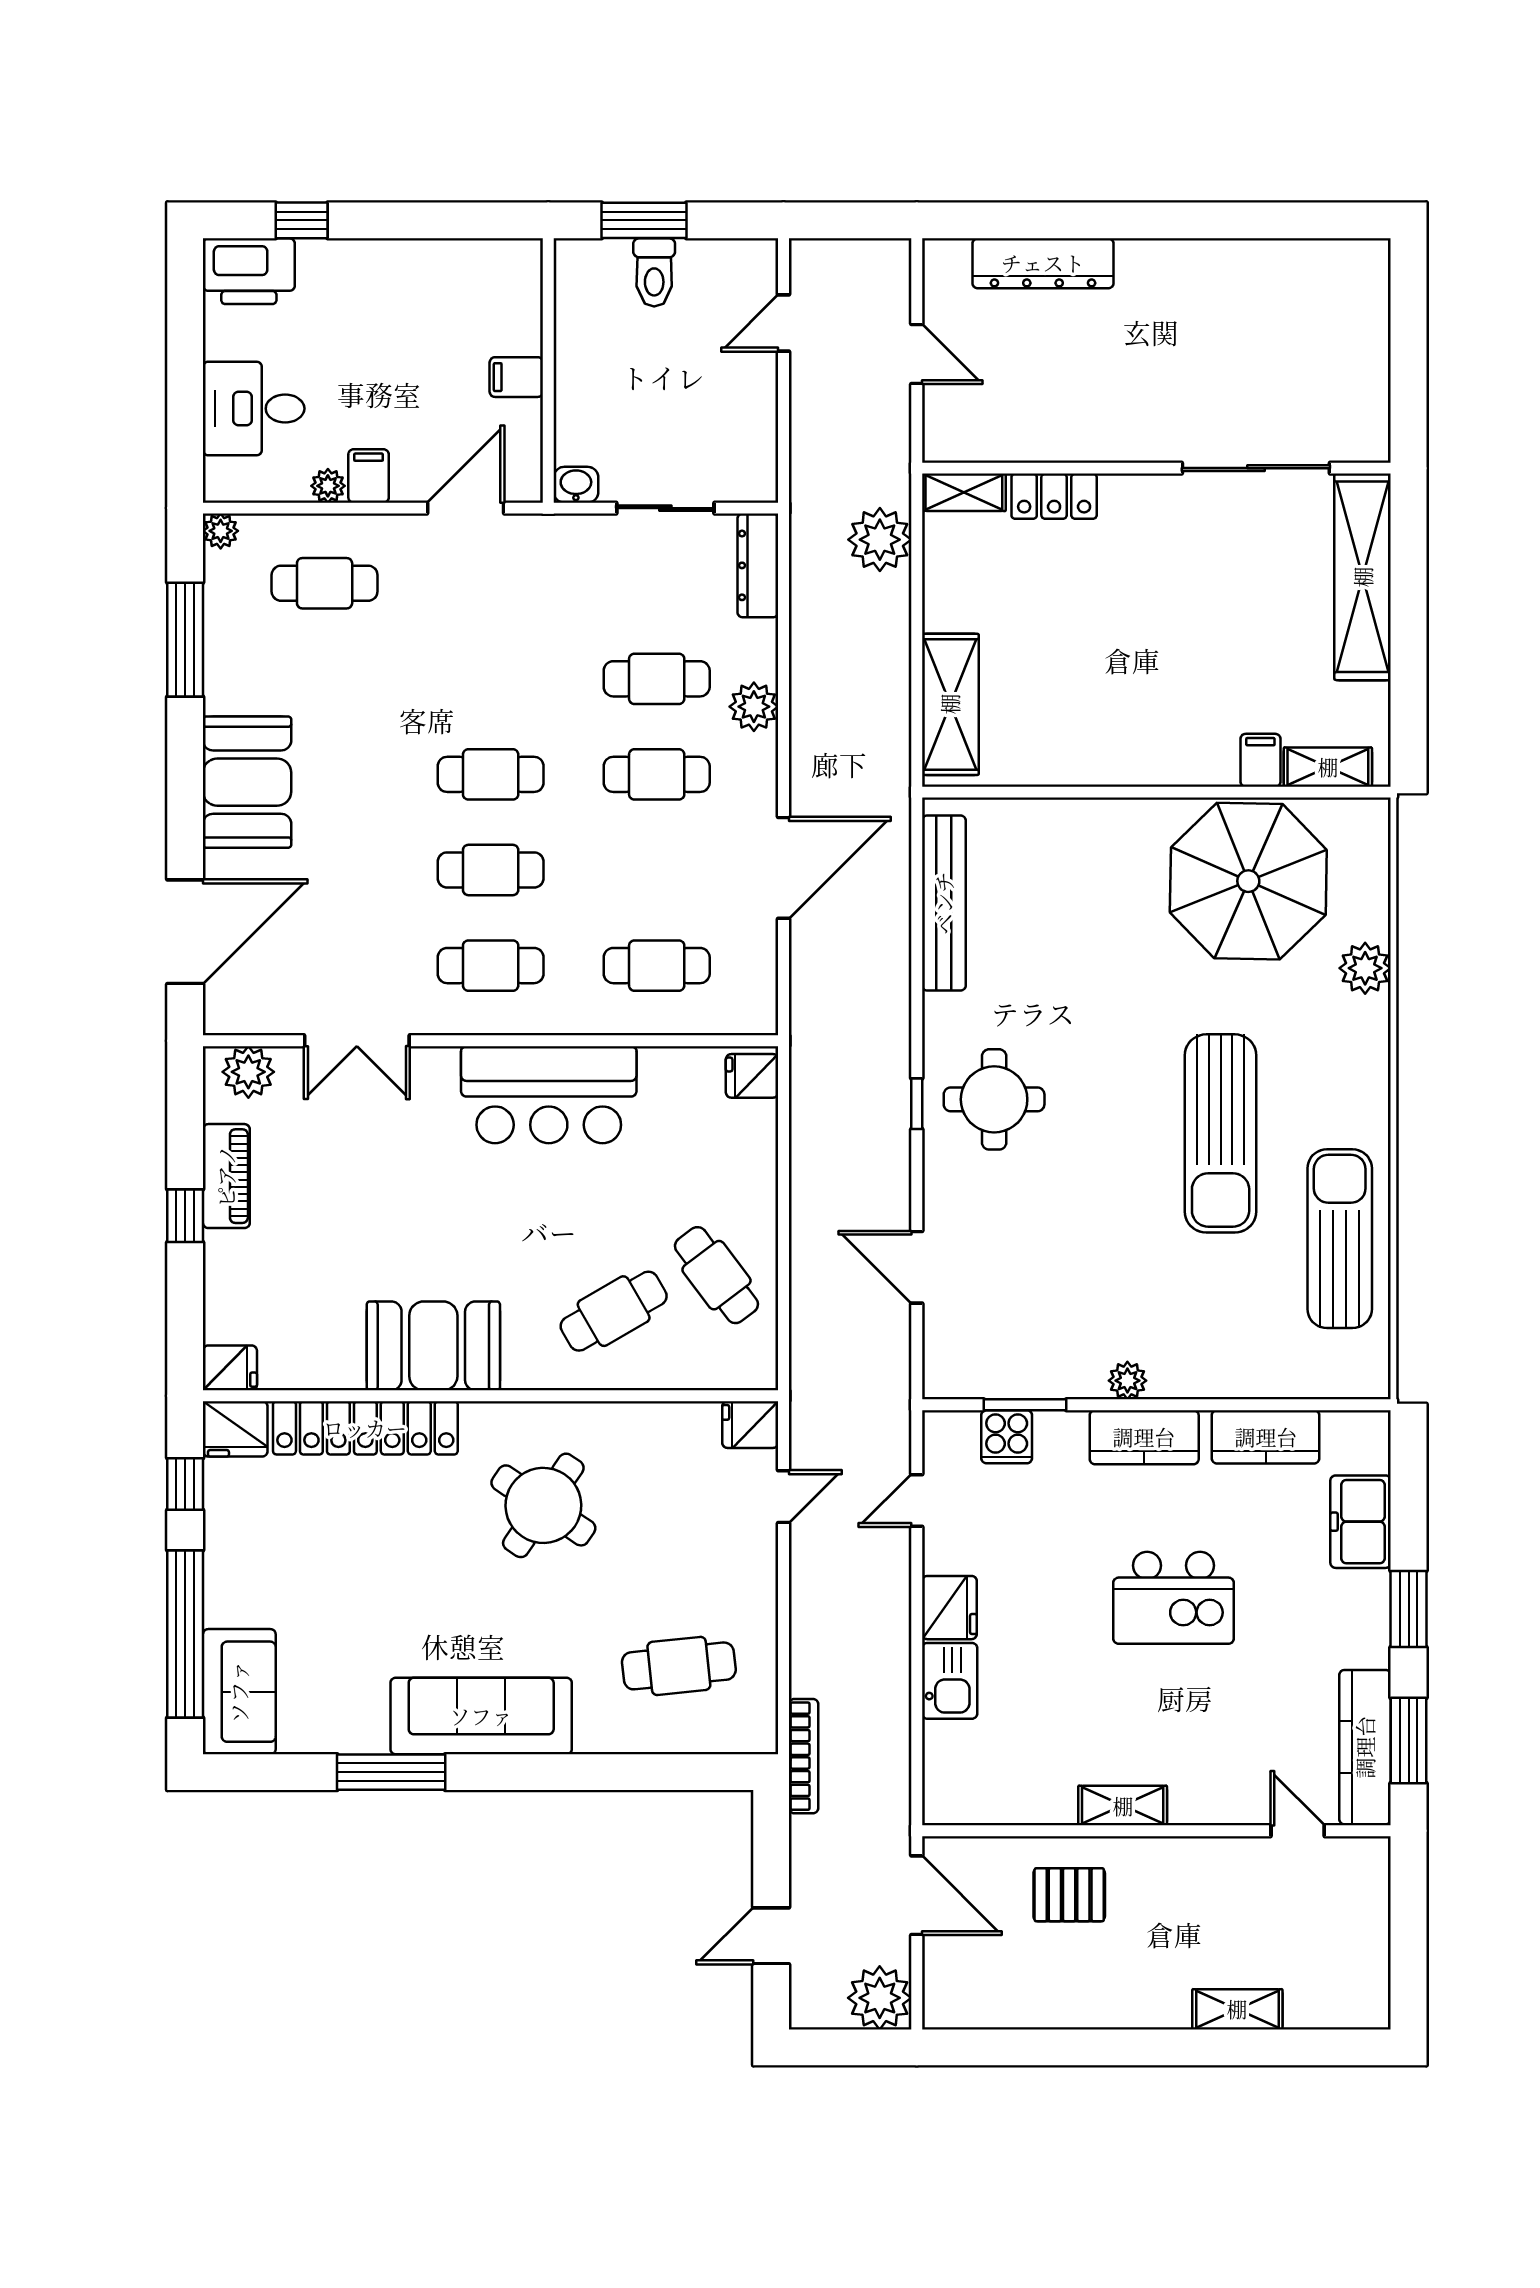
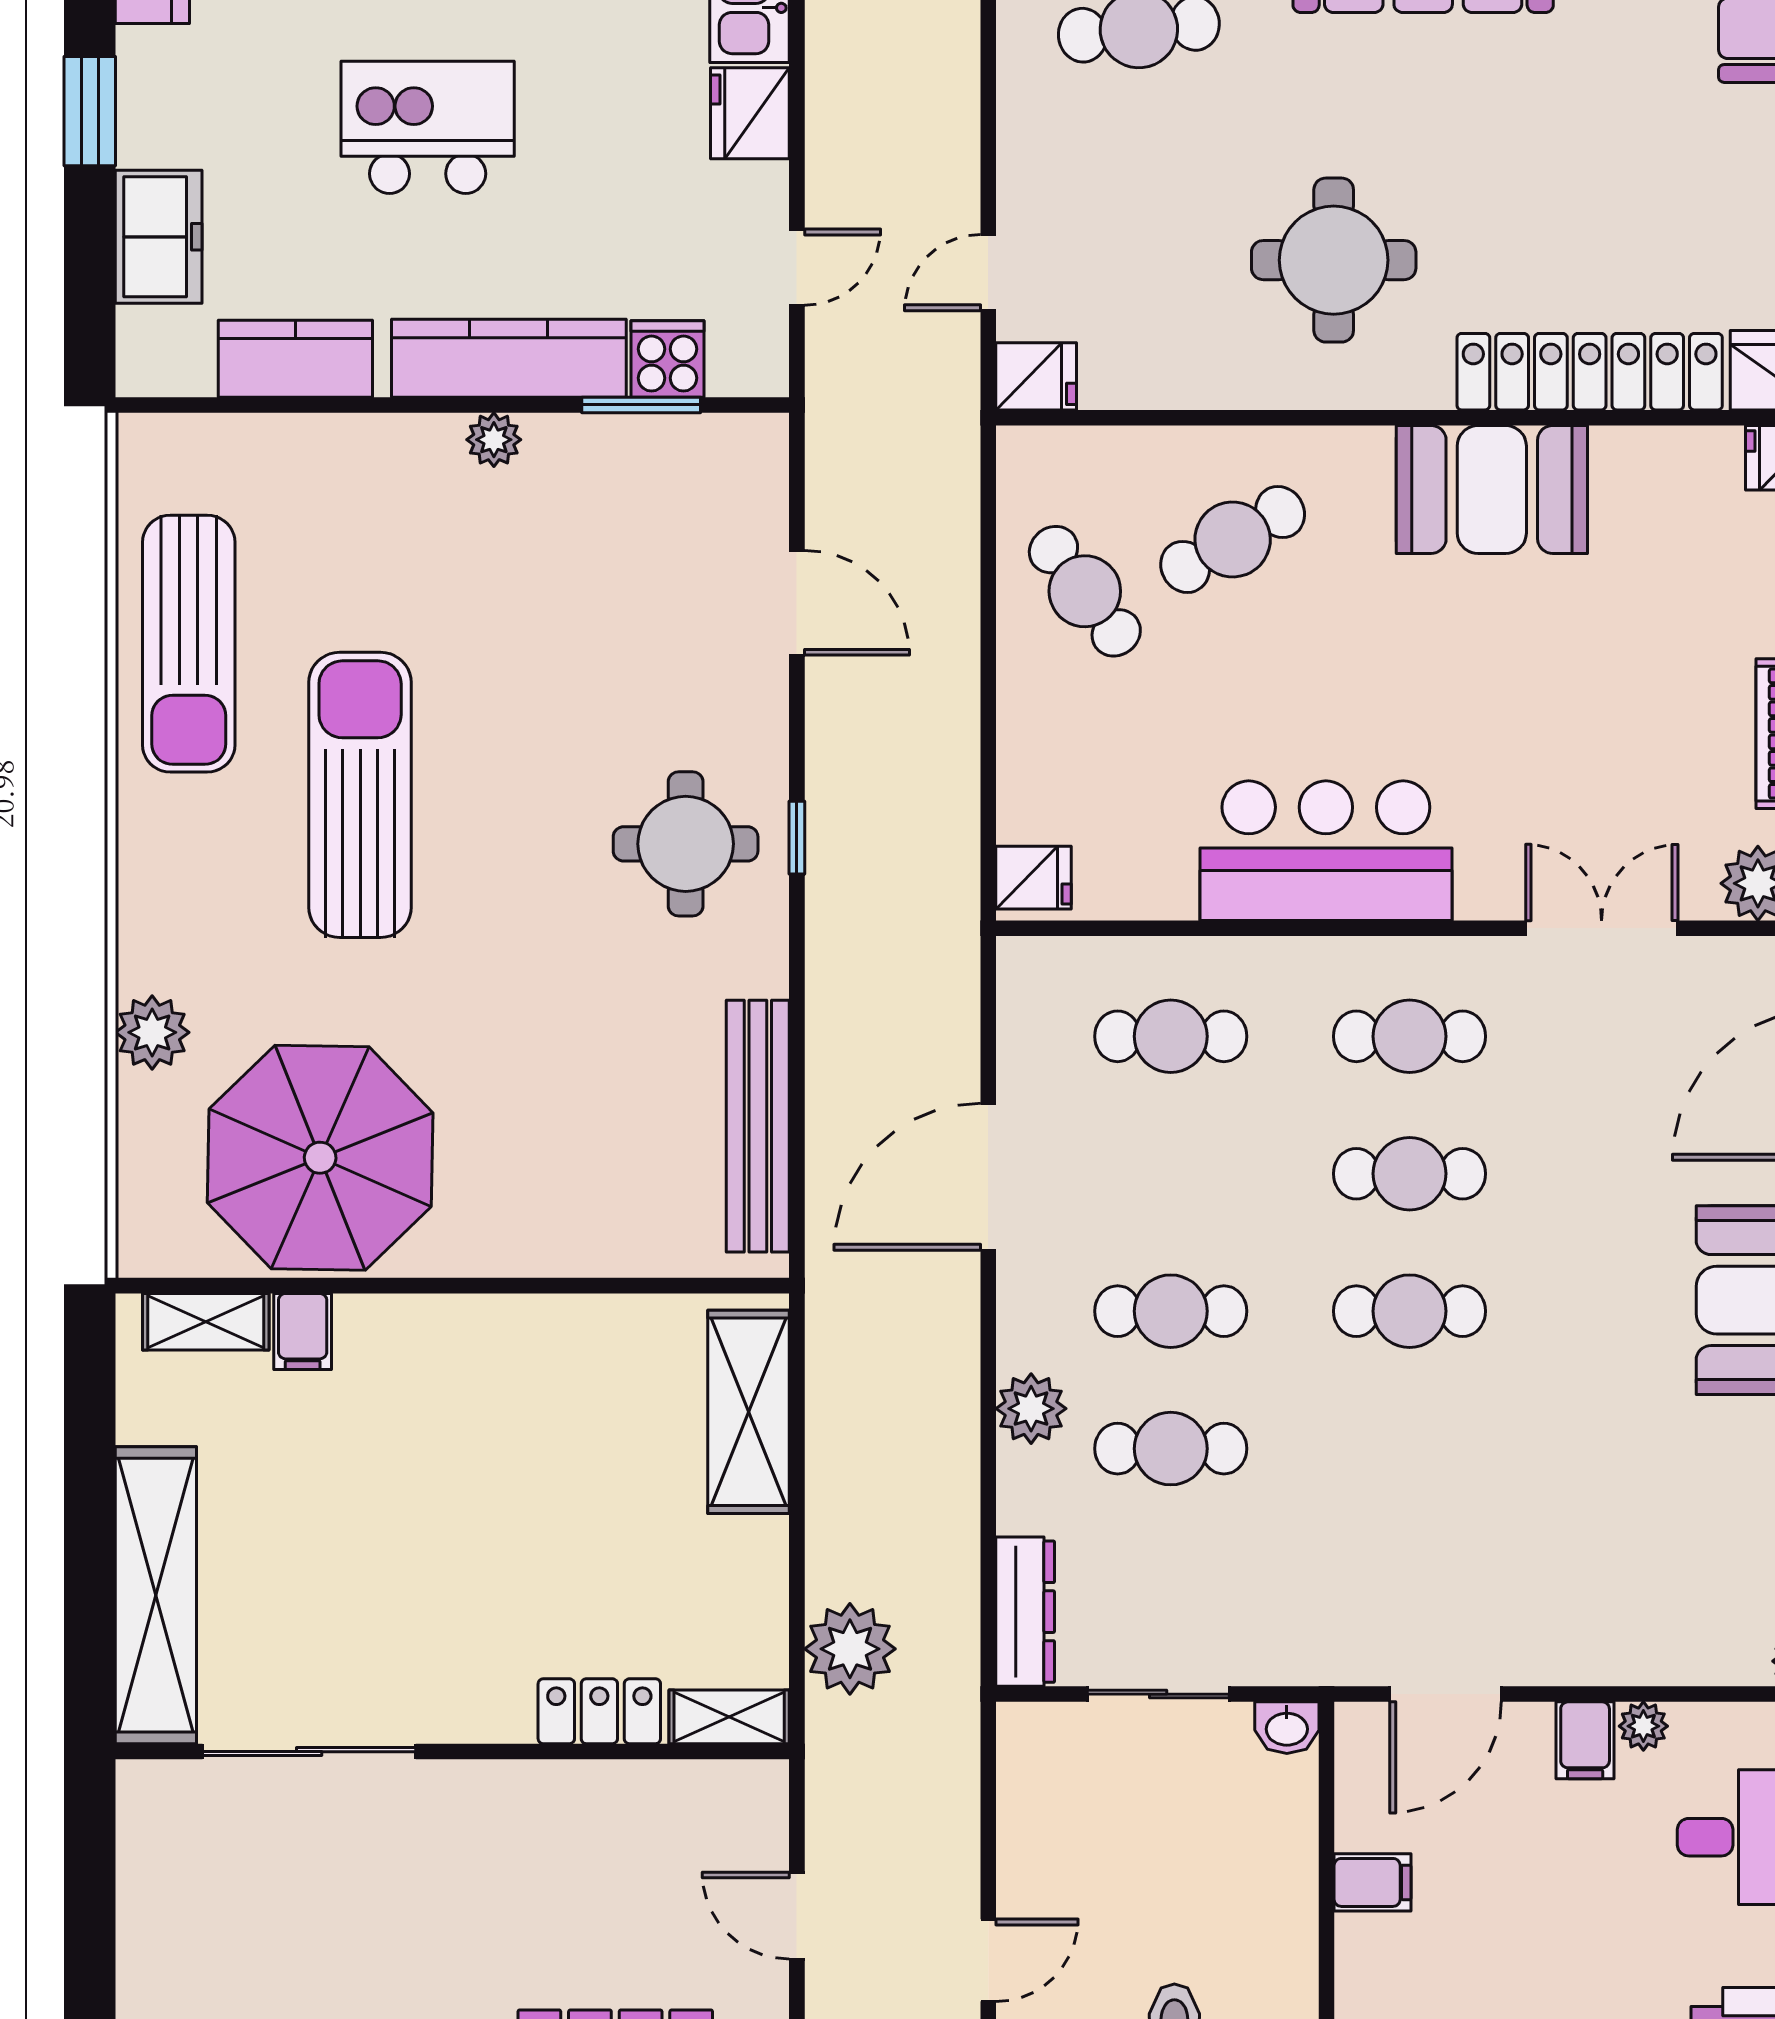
cafe table: (325, 583) -> (1648, 1586), removed
kitchen counter: (1144, 1437) -> (509, 358), width x1.50
round table: (543, 1505) -> (1334, 260), turned -34

